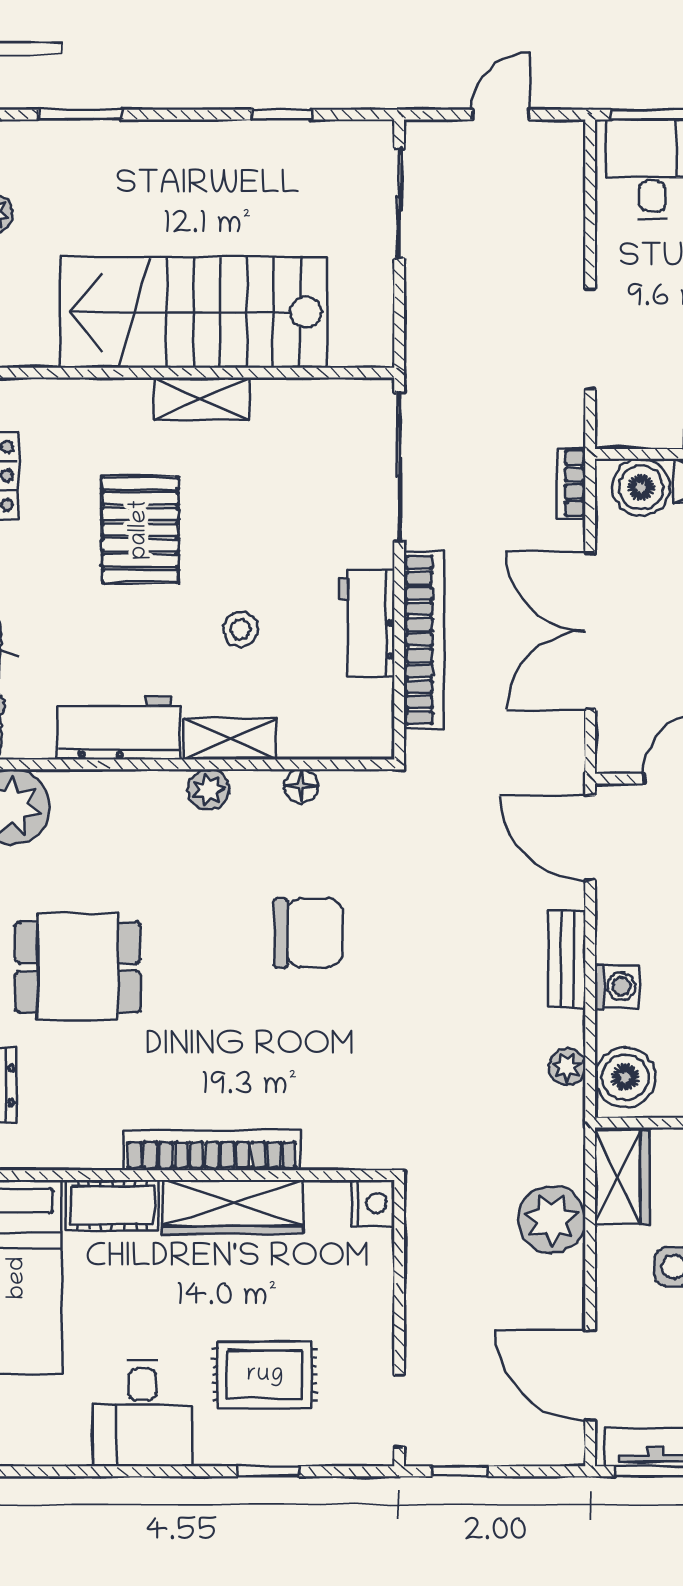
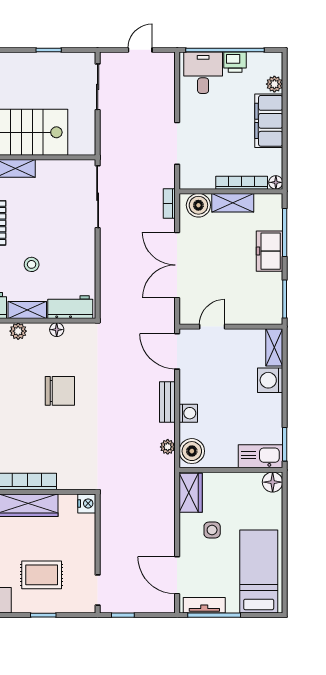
workbench: (367, 623) -> (70, 307), moved, turned 90
bookcase: (424, 640) -> (108, 269), removed
plant: (552, 1220) -> (161, 510), removed

